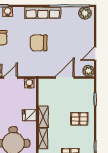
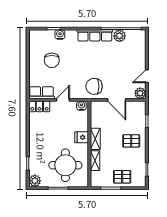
plant: (85, 13) -> (120, 36), moved
chair: (39, 43) -> (94, 86), moved
door: (65, 78) -> (117, 100), swing flipped

